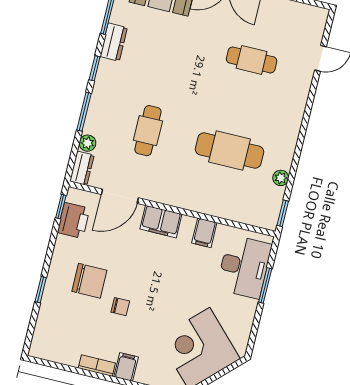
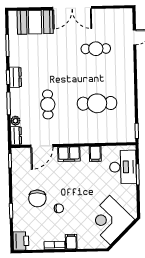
dresser: (114, 42) -> (15, 77), moved
plant: (281, 178) -> (130, 111), removed
printer: (74, 220) -> (21, 241), moved
chair: (89, 281) -> (37, 198), turned 92

